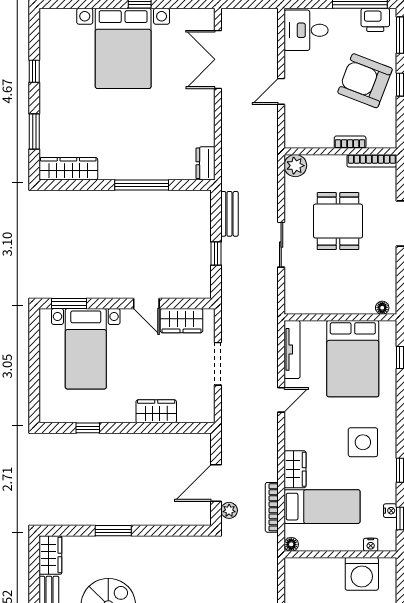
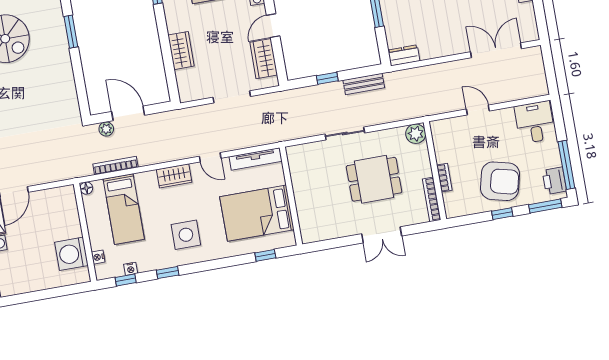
armchair: (365, 81) -> (500, 181), turned 83
floor lamp: (382, 308) -> (306, 231), removed
wardrobe: (295, 469) -> (174, 176), moved

